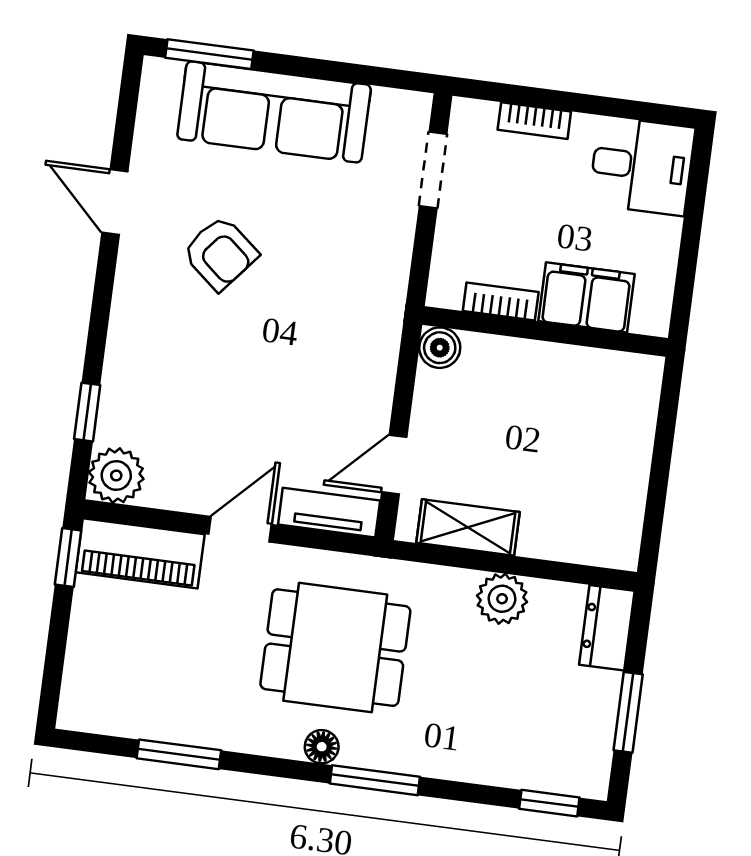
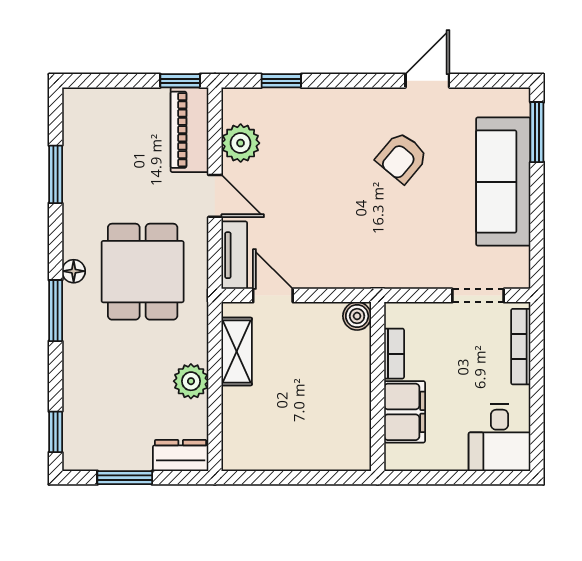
bookcase: (534, 121) -> (521, 347), width x1.56
plant: (116, 475) -> (241, 143), moved

